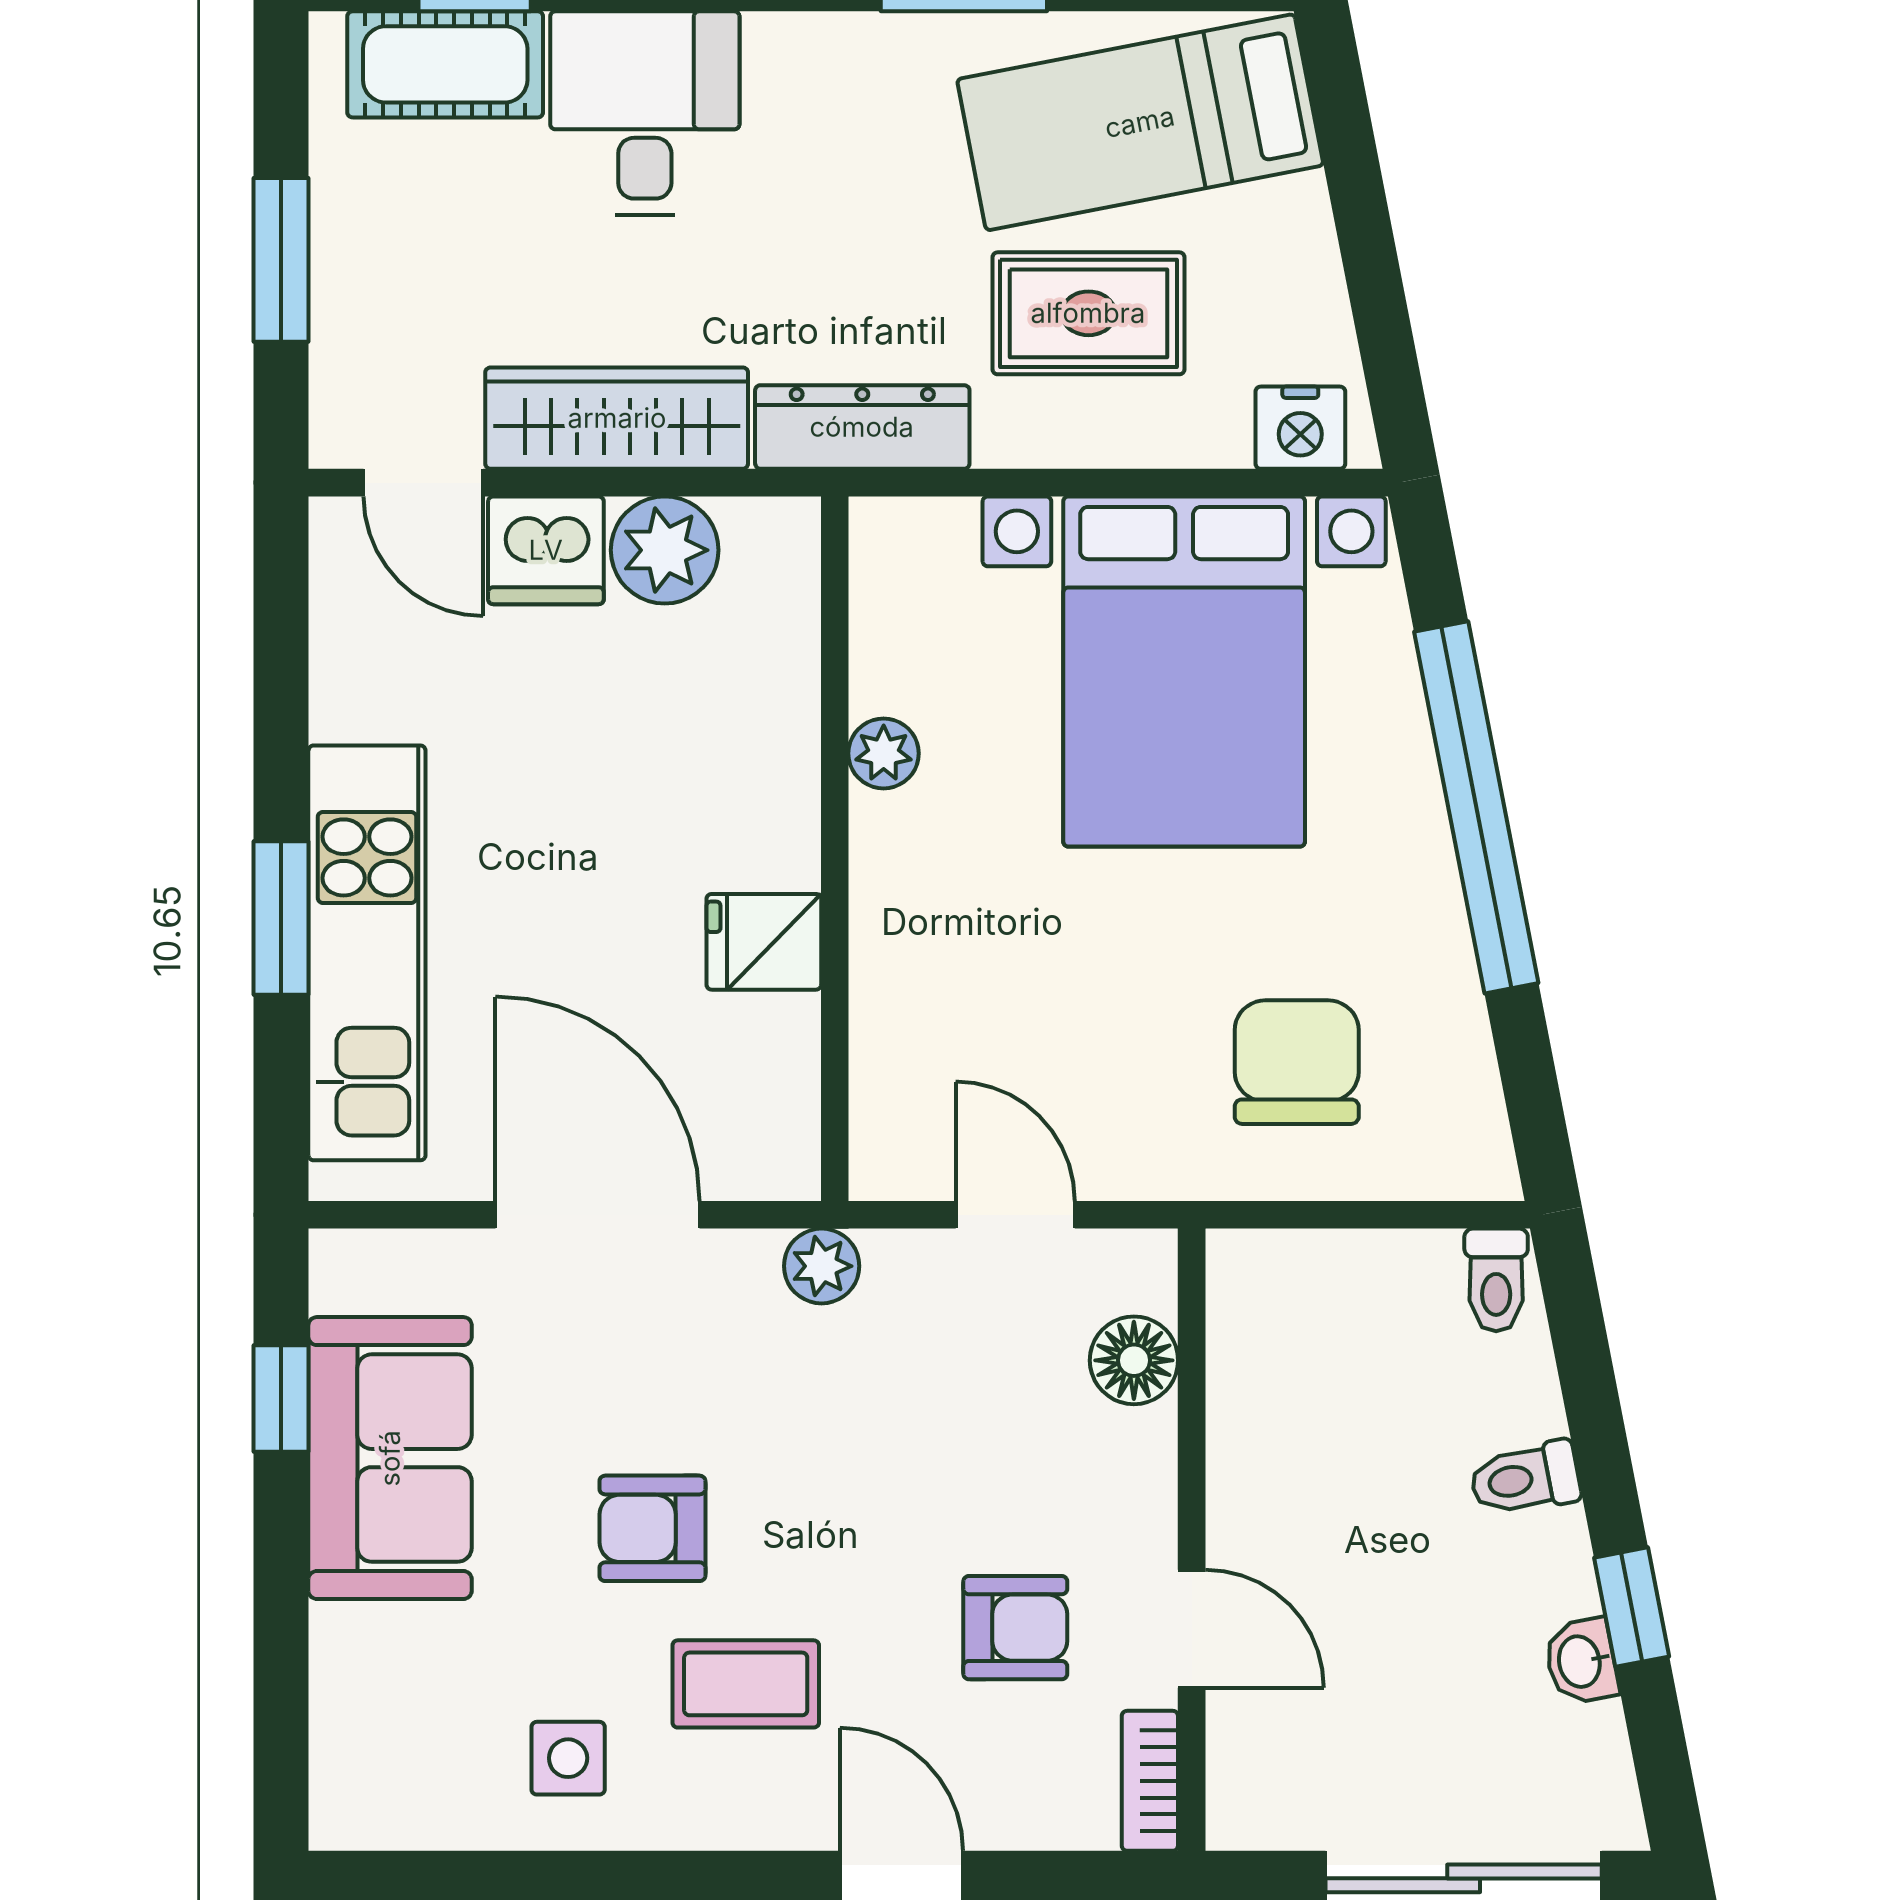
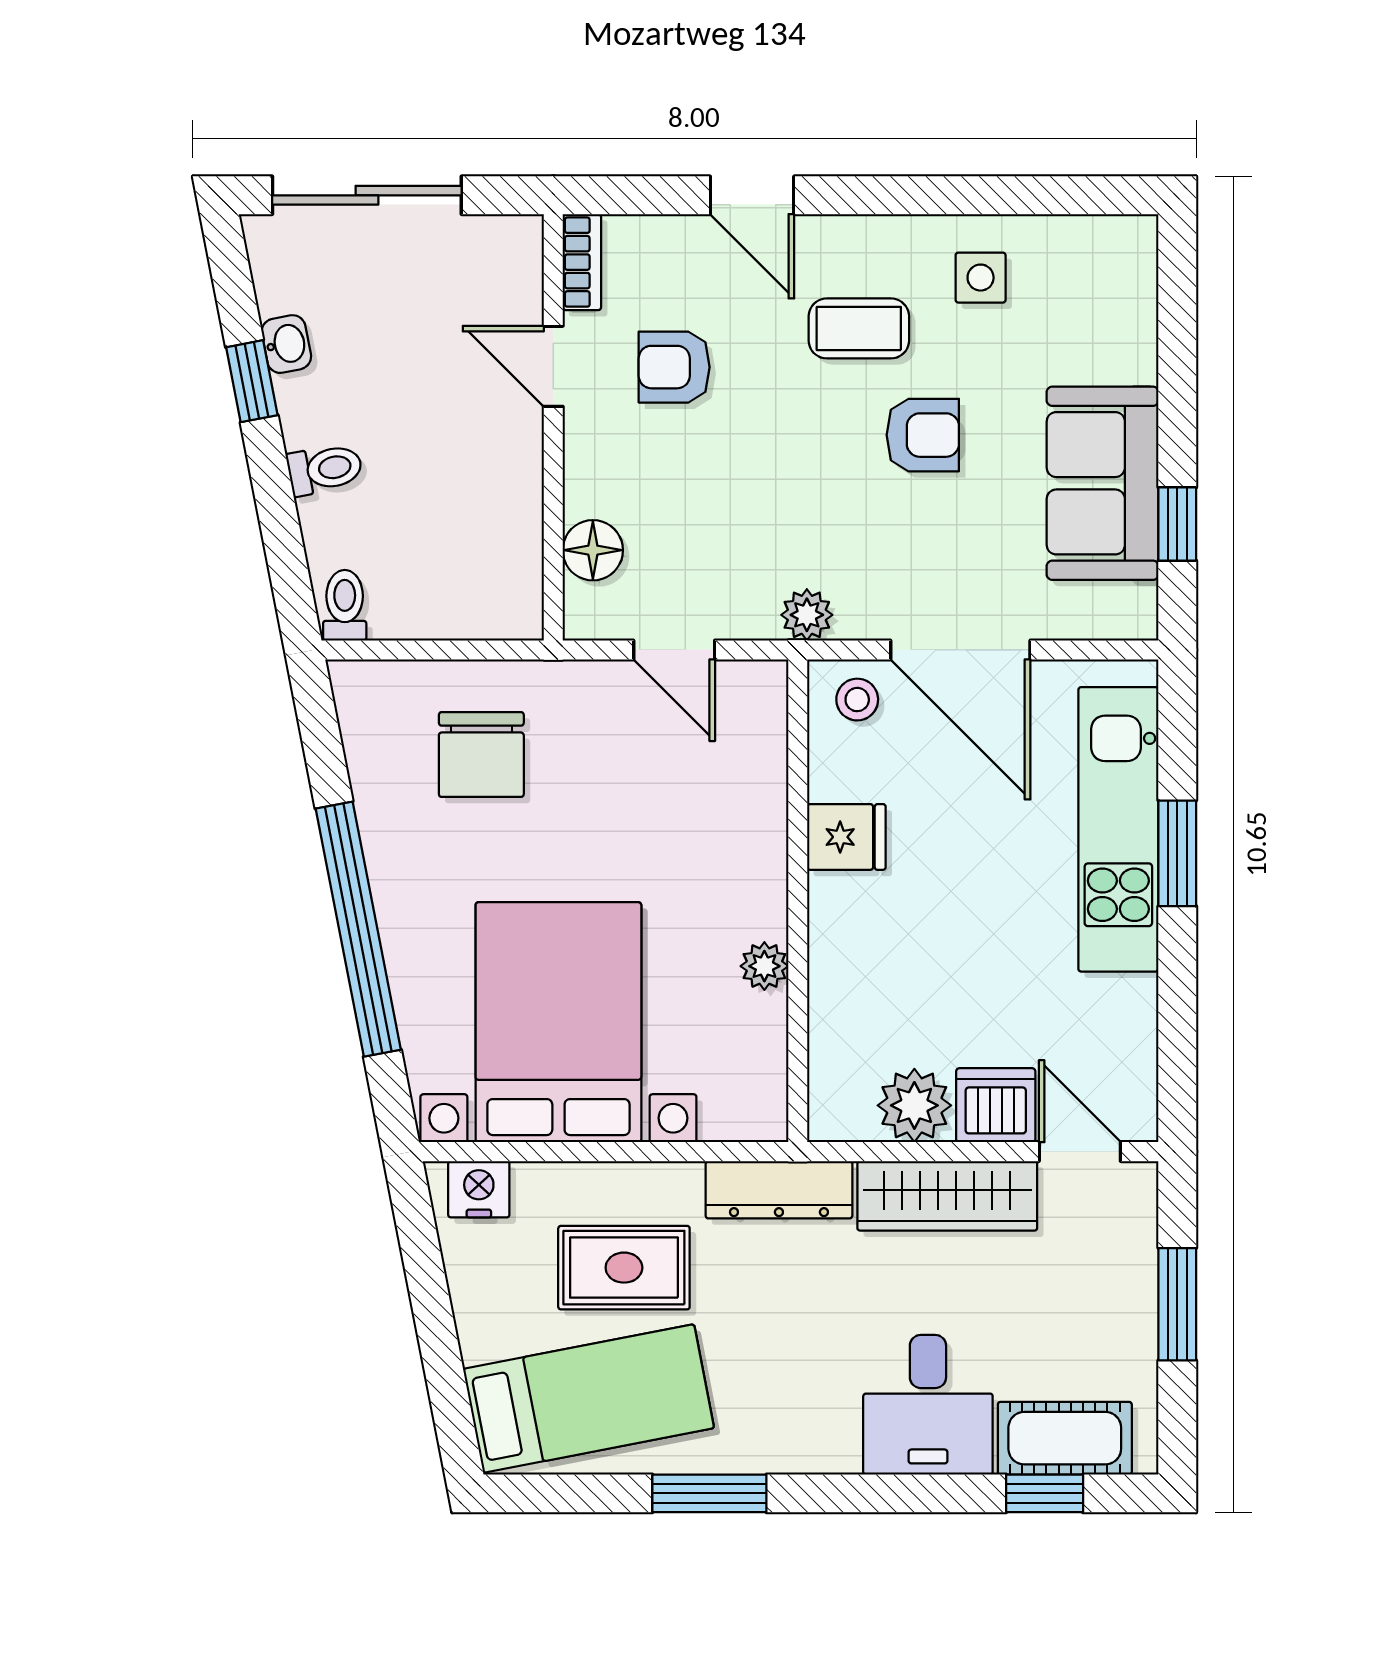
stool: (748, 1142) -> (857, 700), added

